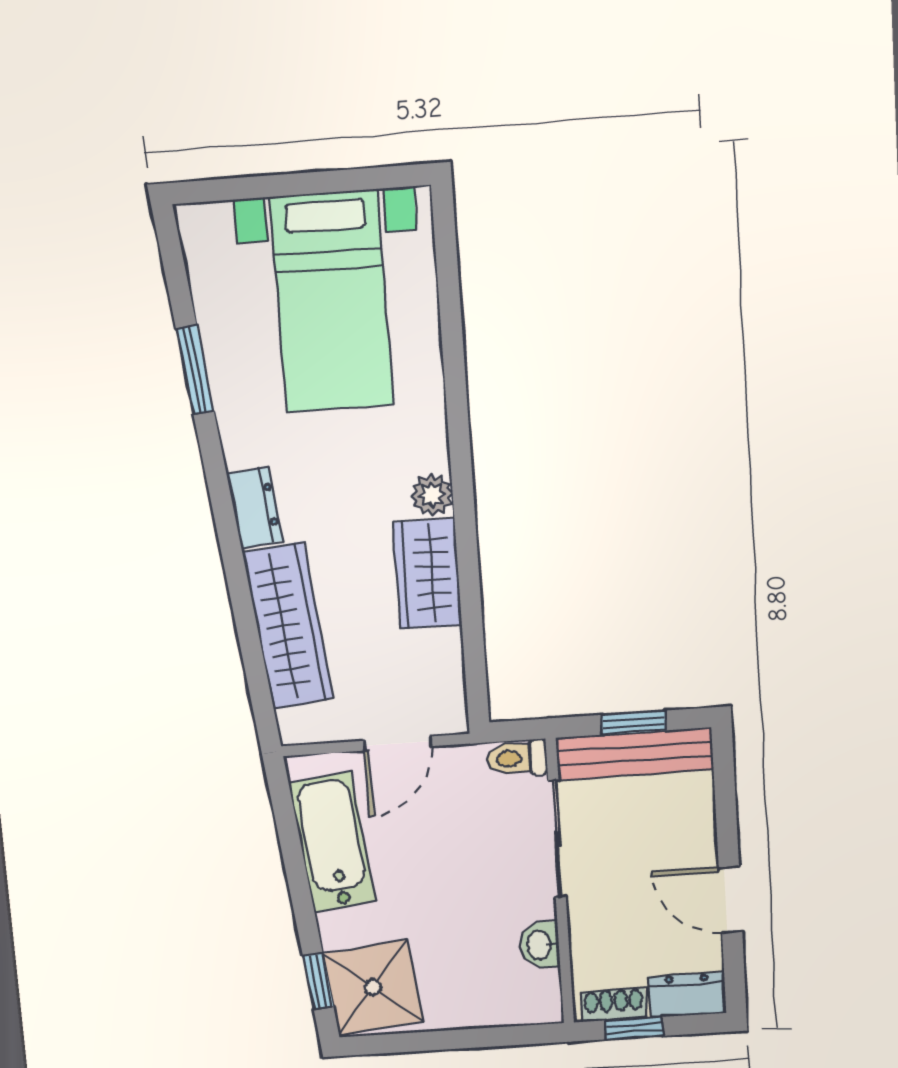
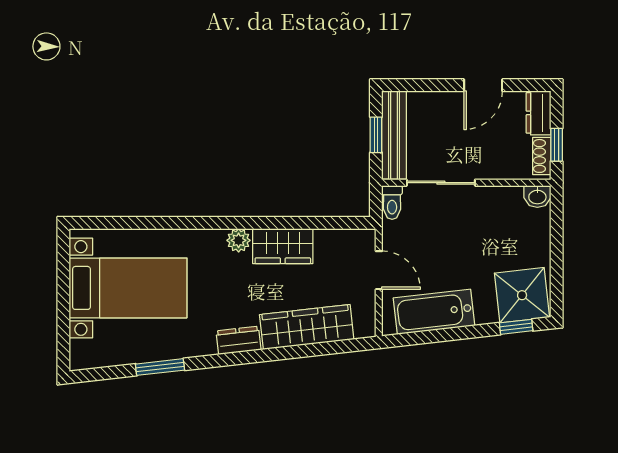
washbasin: (540, 945) -> (537, 196), moved

